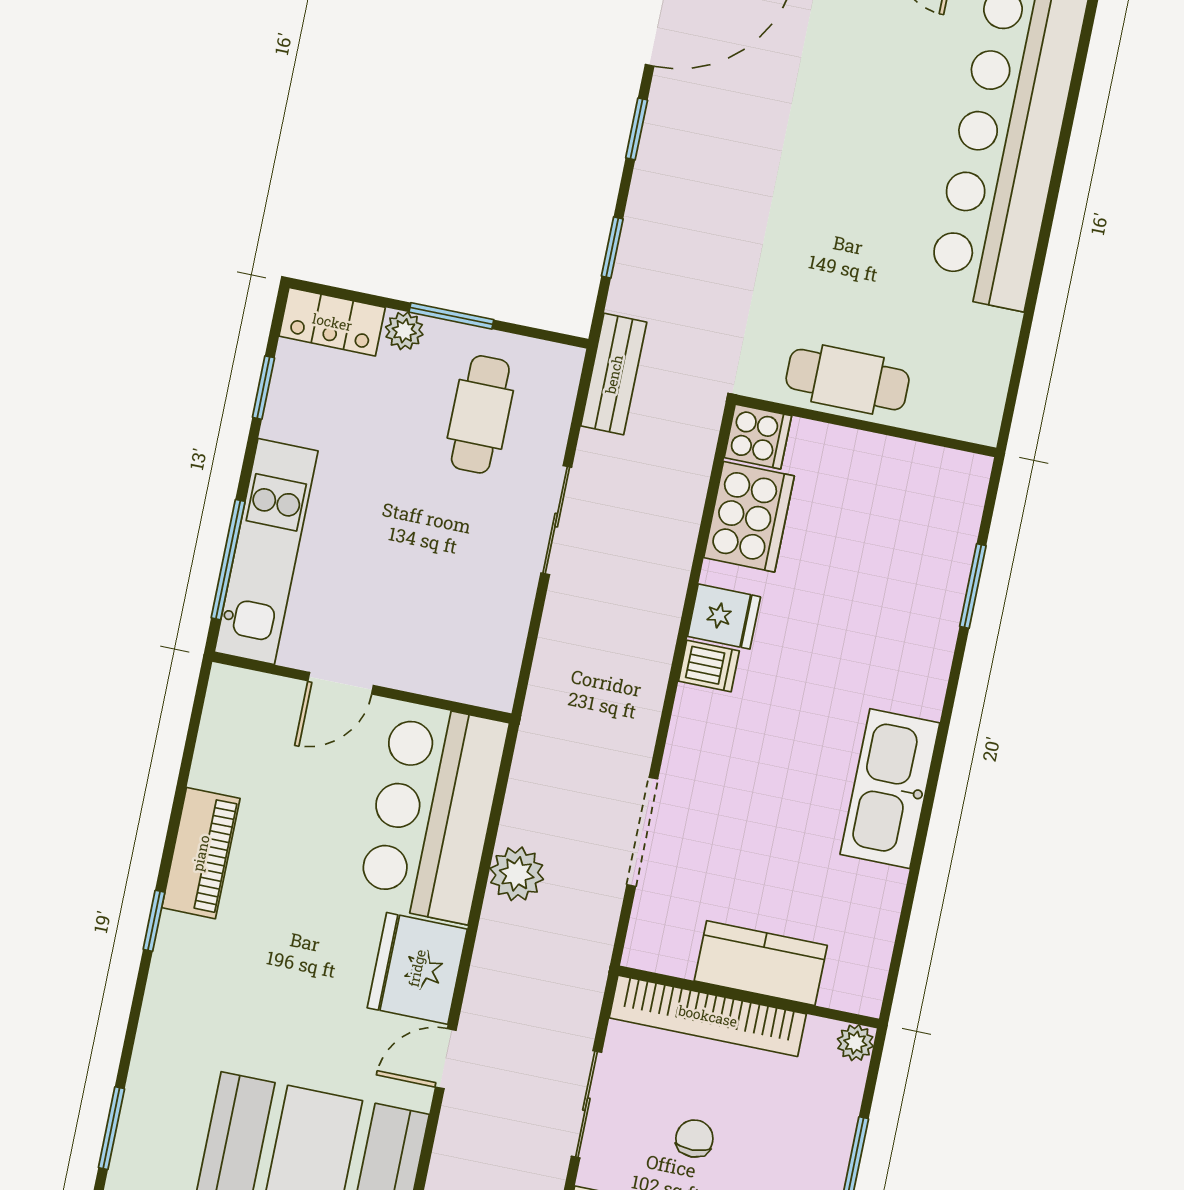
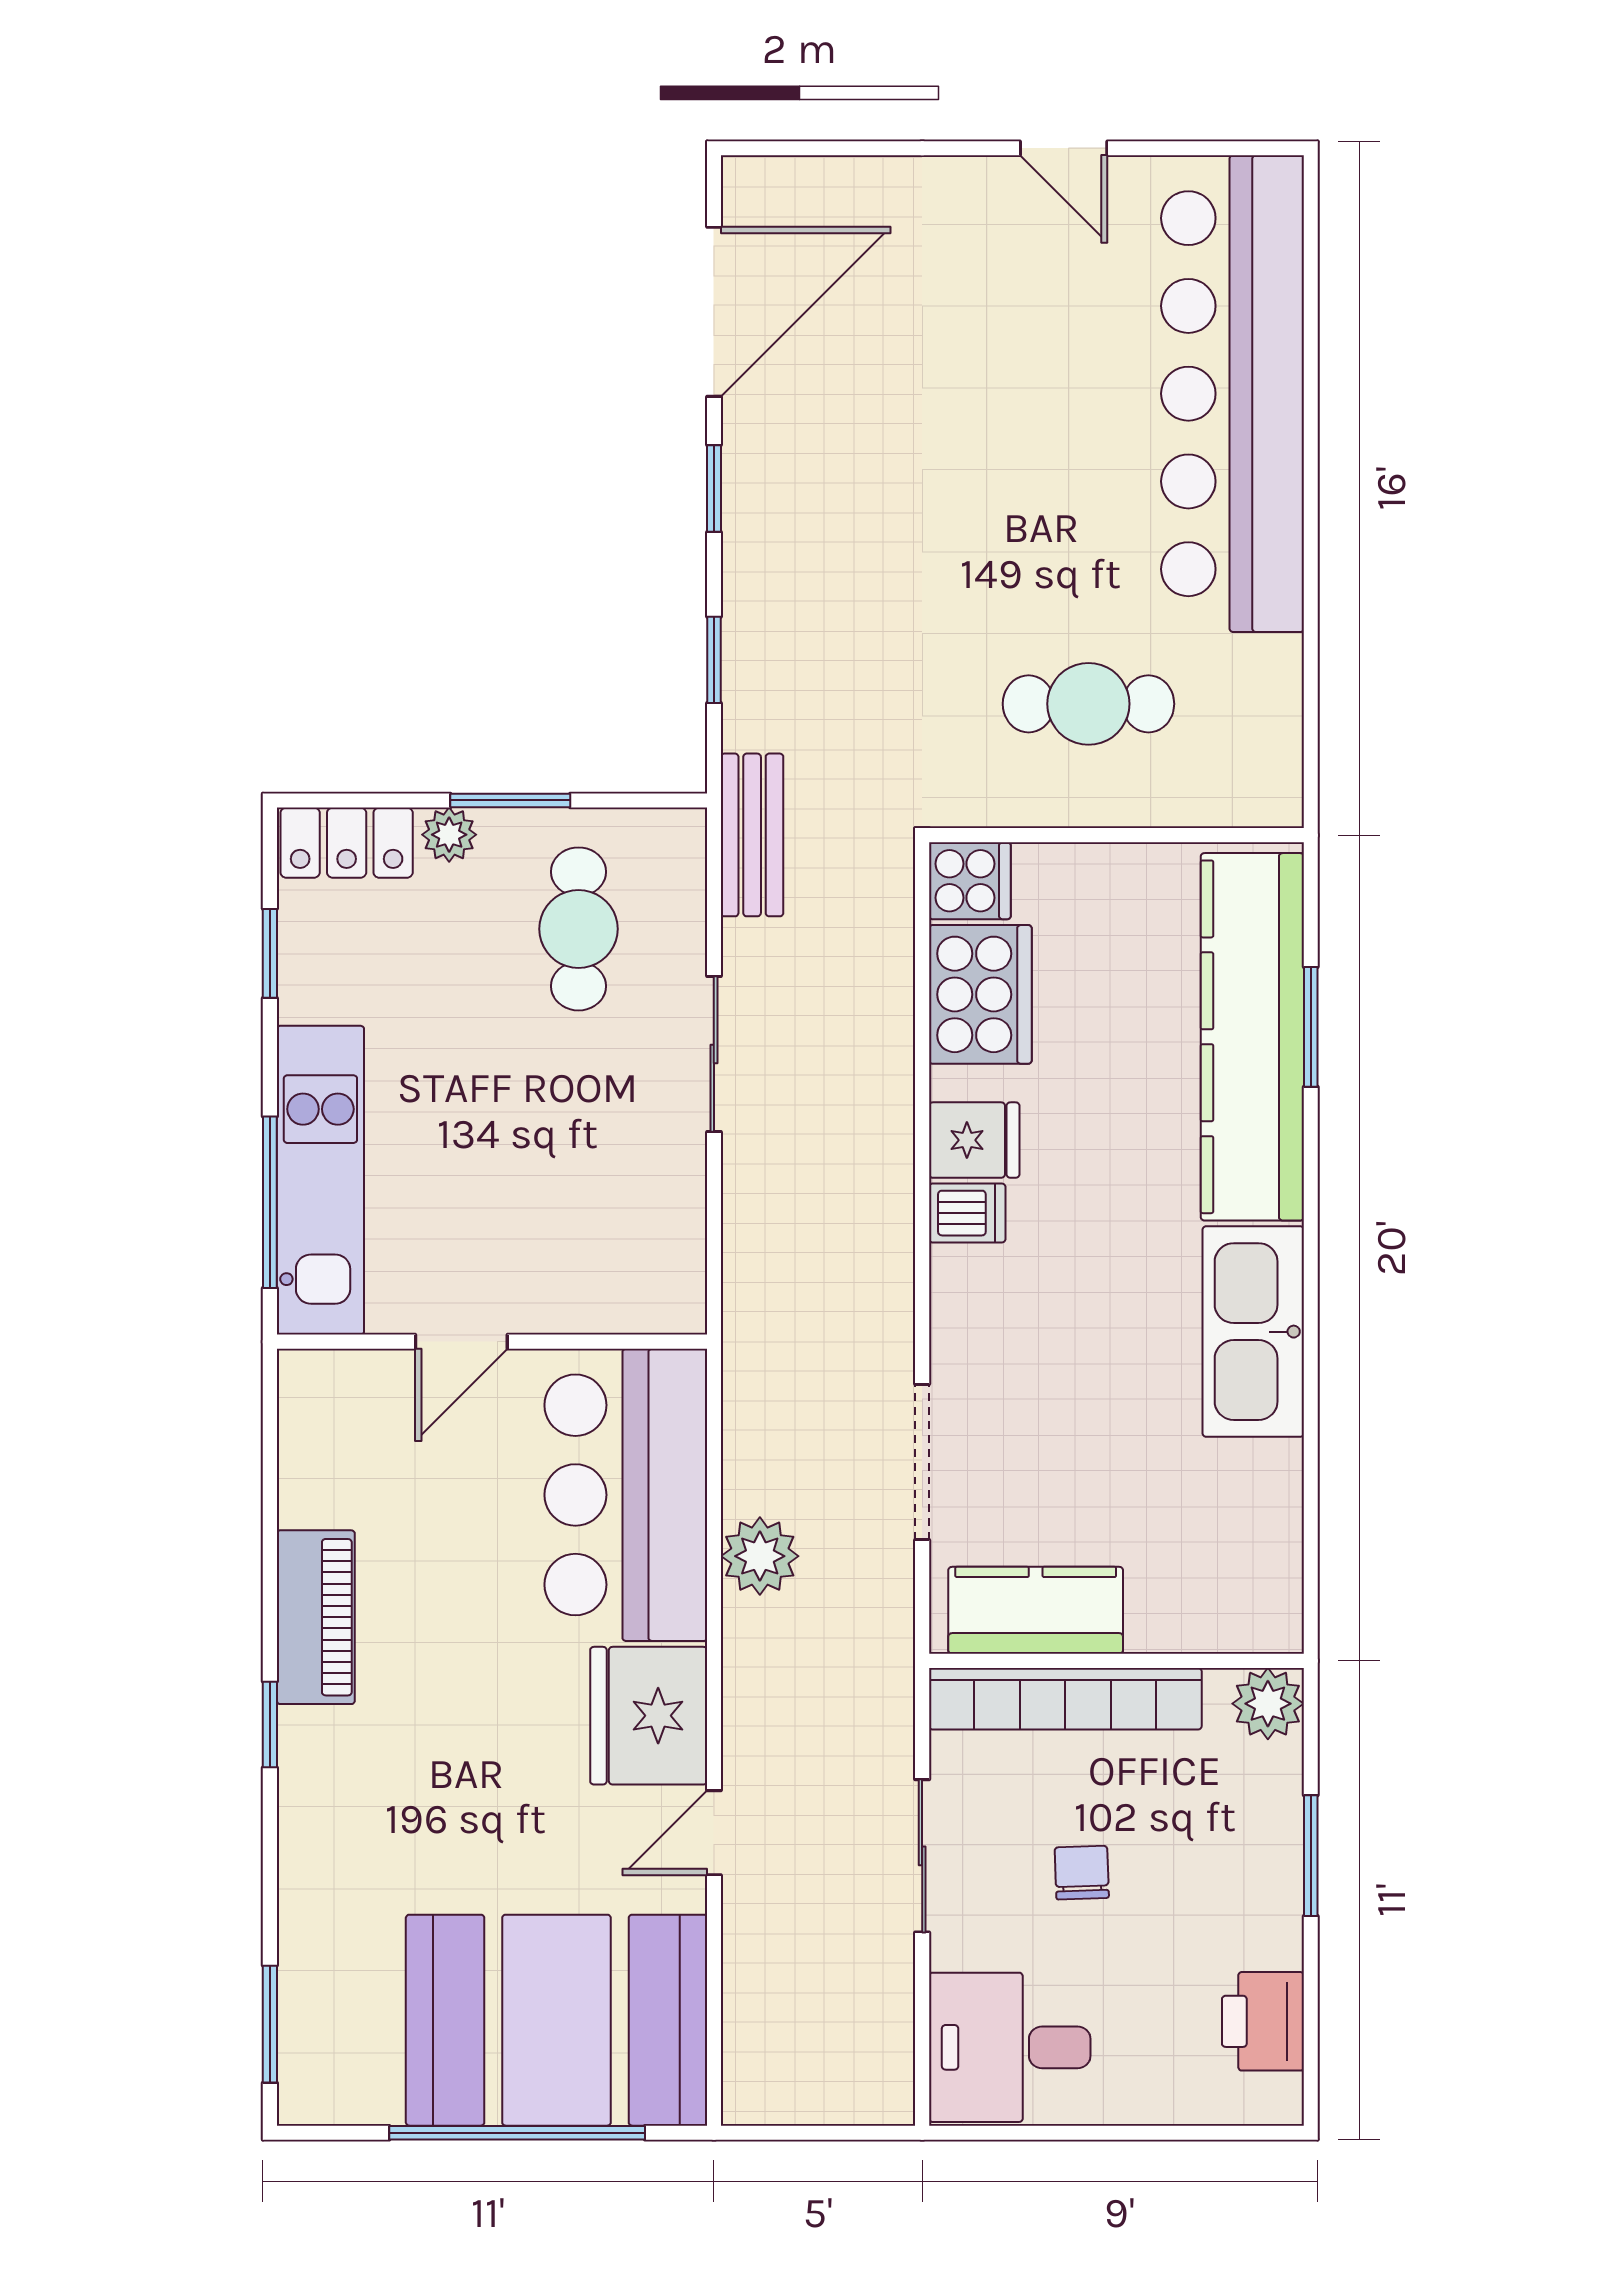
cafe table: (848, 380) -> (1088, 704), moved
kitchen counter: (931, 585) -> (1252, 1037), added
kitchen counter: (761, 963) -> (1036, 1610), moved
plant: (855, 1043) -> (1268, 1704), width x1.38, depth x1.38

